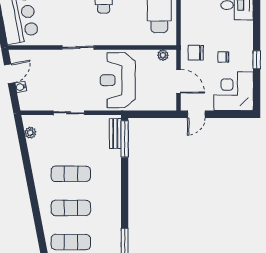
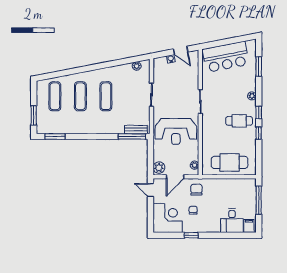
reception desk: (118, 80) -> (176, 131), turned 180
plant: (166, 103) -> (159, 168), added

